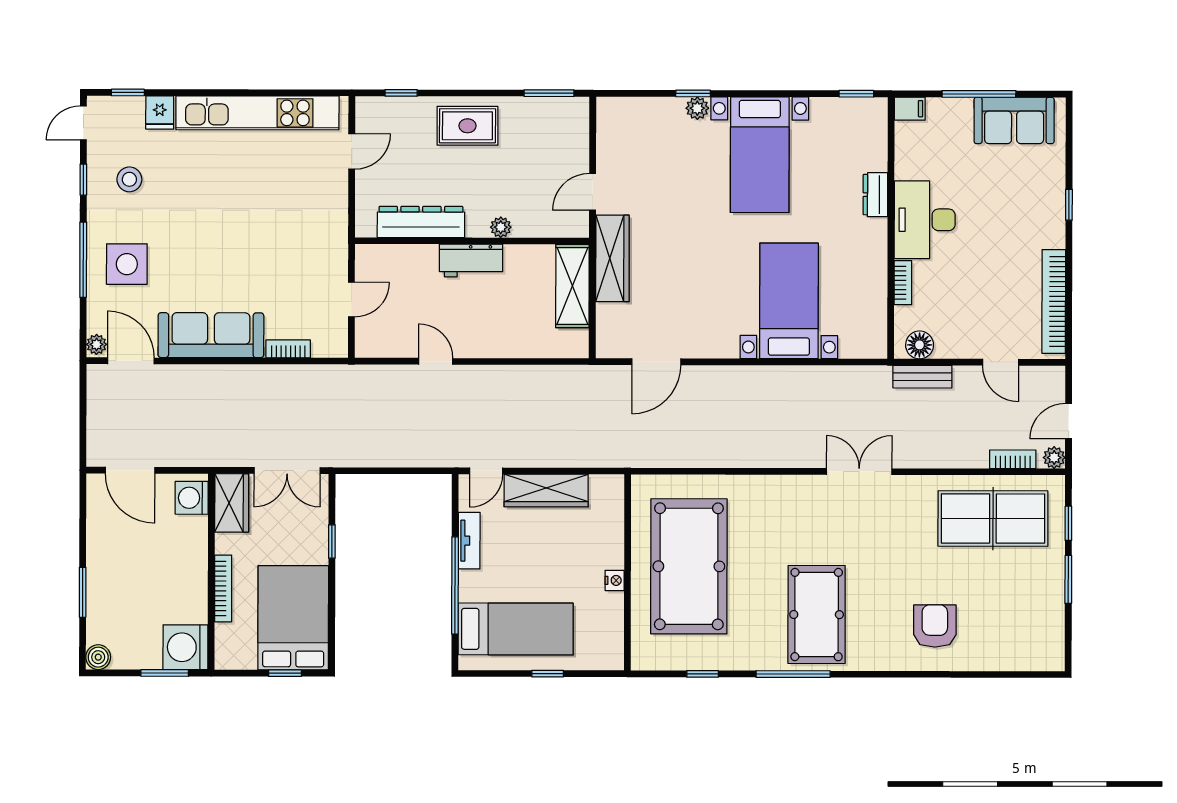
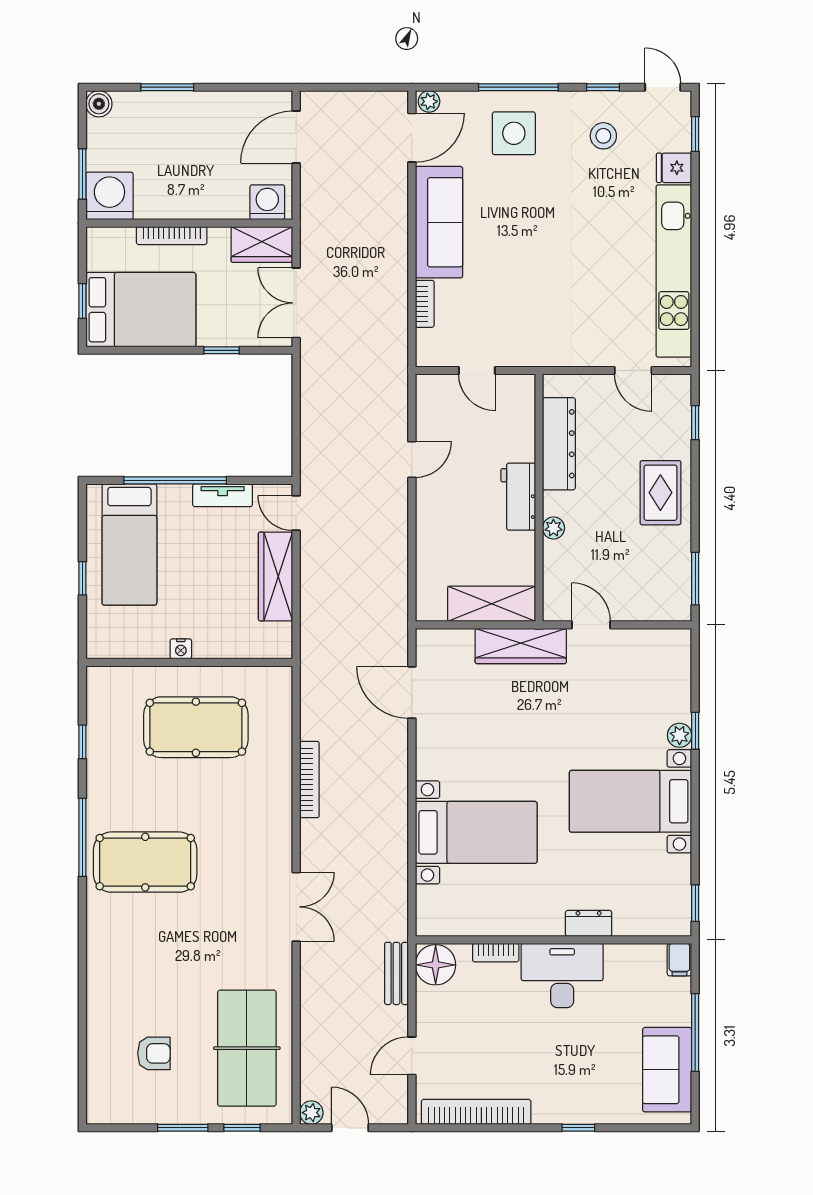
floor lamp: (920, 345) -> (436, 965), width x1.38, depth x1.38
bookcase: (1013, 459) -> (309, 780), moved, width x1.56
pool table: (689, 566) -> (196, 727), width x0.73, depth x0.76
armchair: (935, 626) -> (154, 1053), moved, width x0.72, depth x0.72

